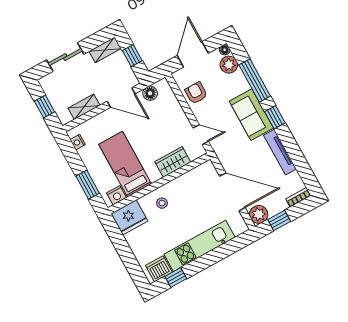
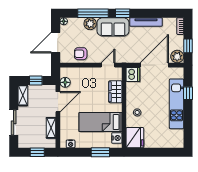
door: (193, 54) -> (56, 43), hinge flipped
plant: (229, 65) -> (90, 24), moved
dishwasher: (159, 269) -> (133, 75), moved, turned 180
window: (176, 278) -> (188, 93), moved

